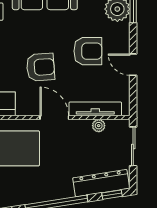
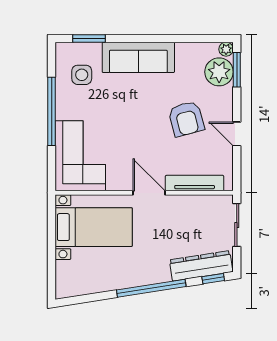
armchair: (88, 51) -> (186, 119), turned 75
armchair: (40, 67) -> (133, 137), removed
plant: (99, 126) -> (198, 202), removed

